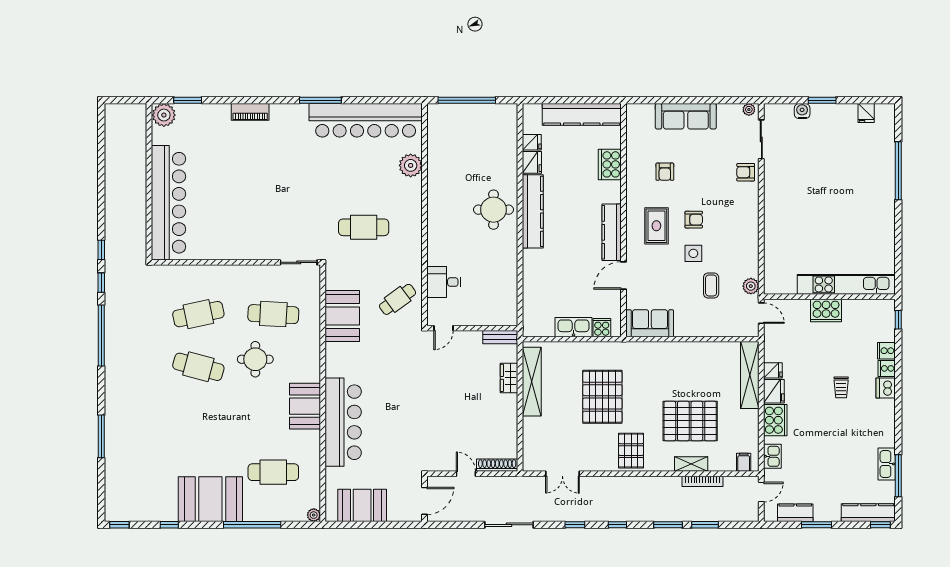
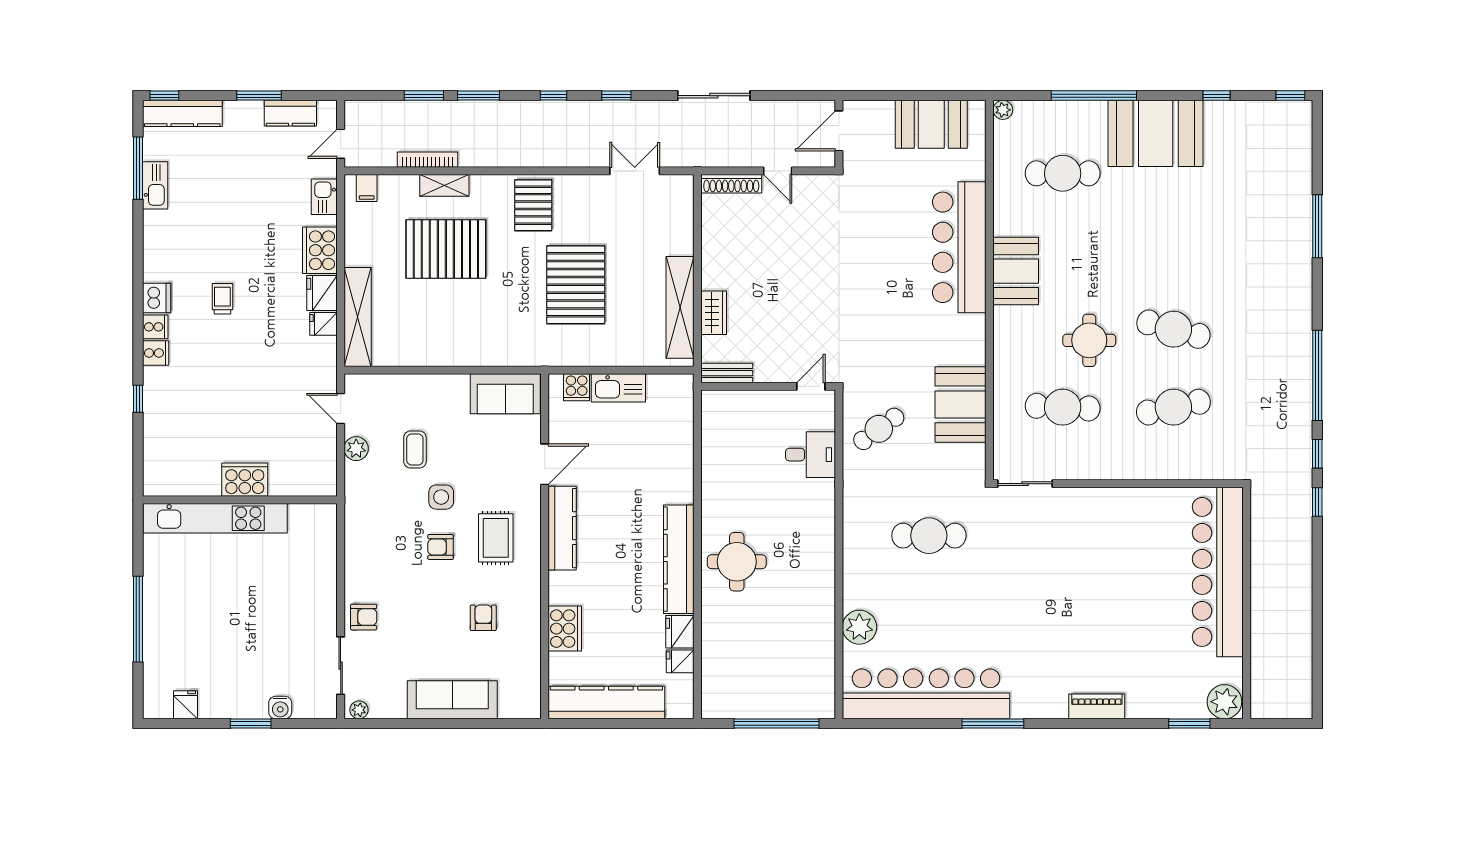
kitchen unit: (846, 284) -> (215, 518), moved
wall: (829, 297) -> (240, 500), moved
cooker: (826, 311) -> (245, 480), moved

